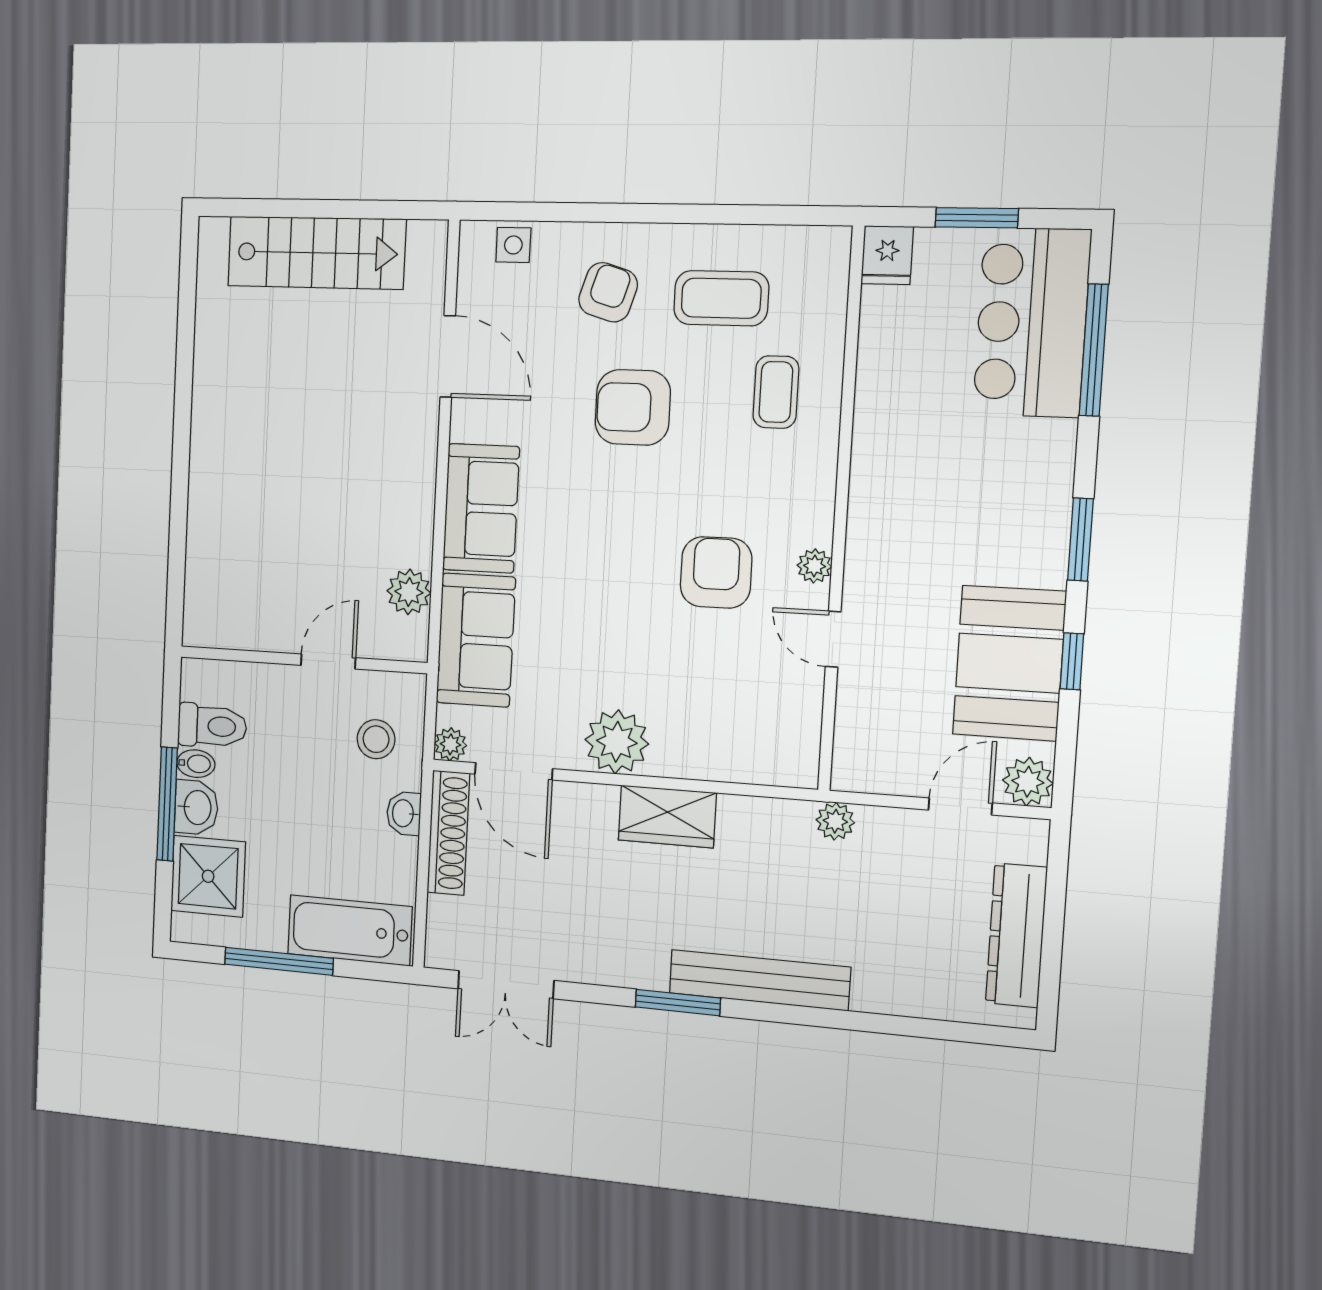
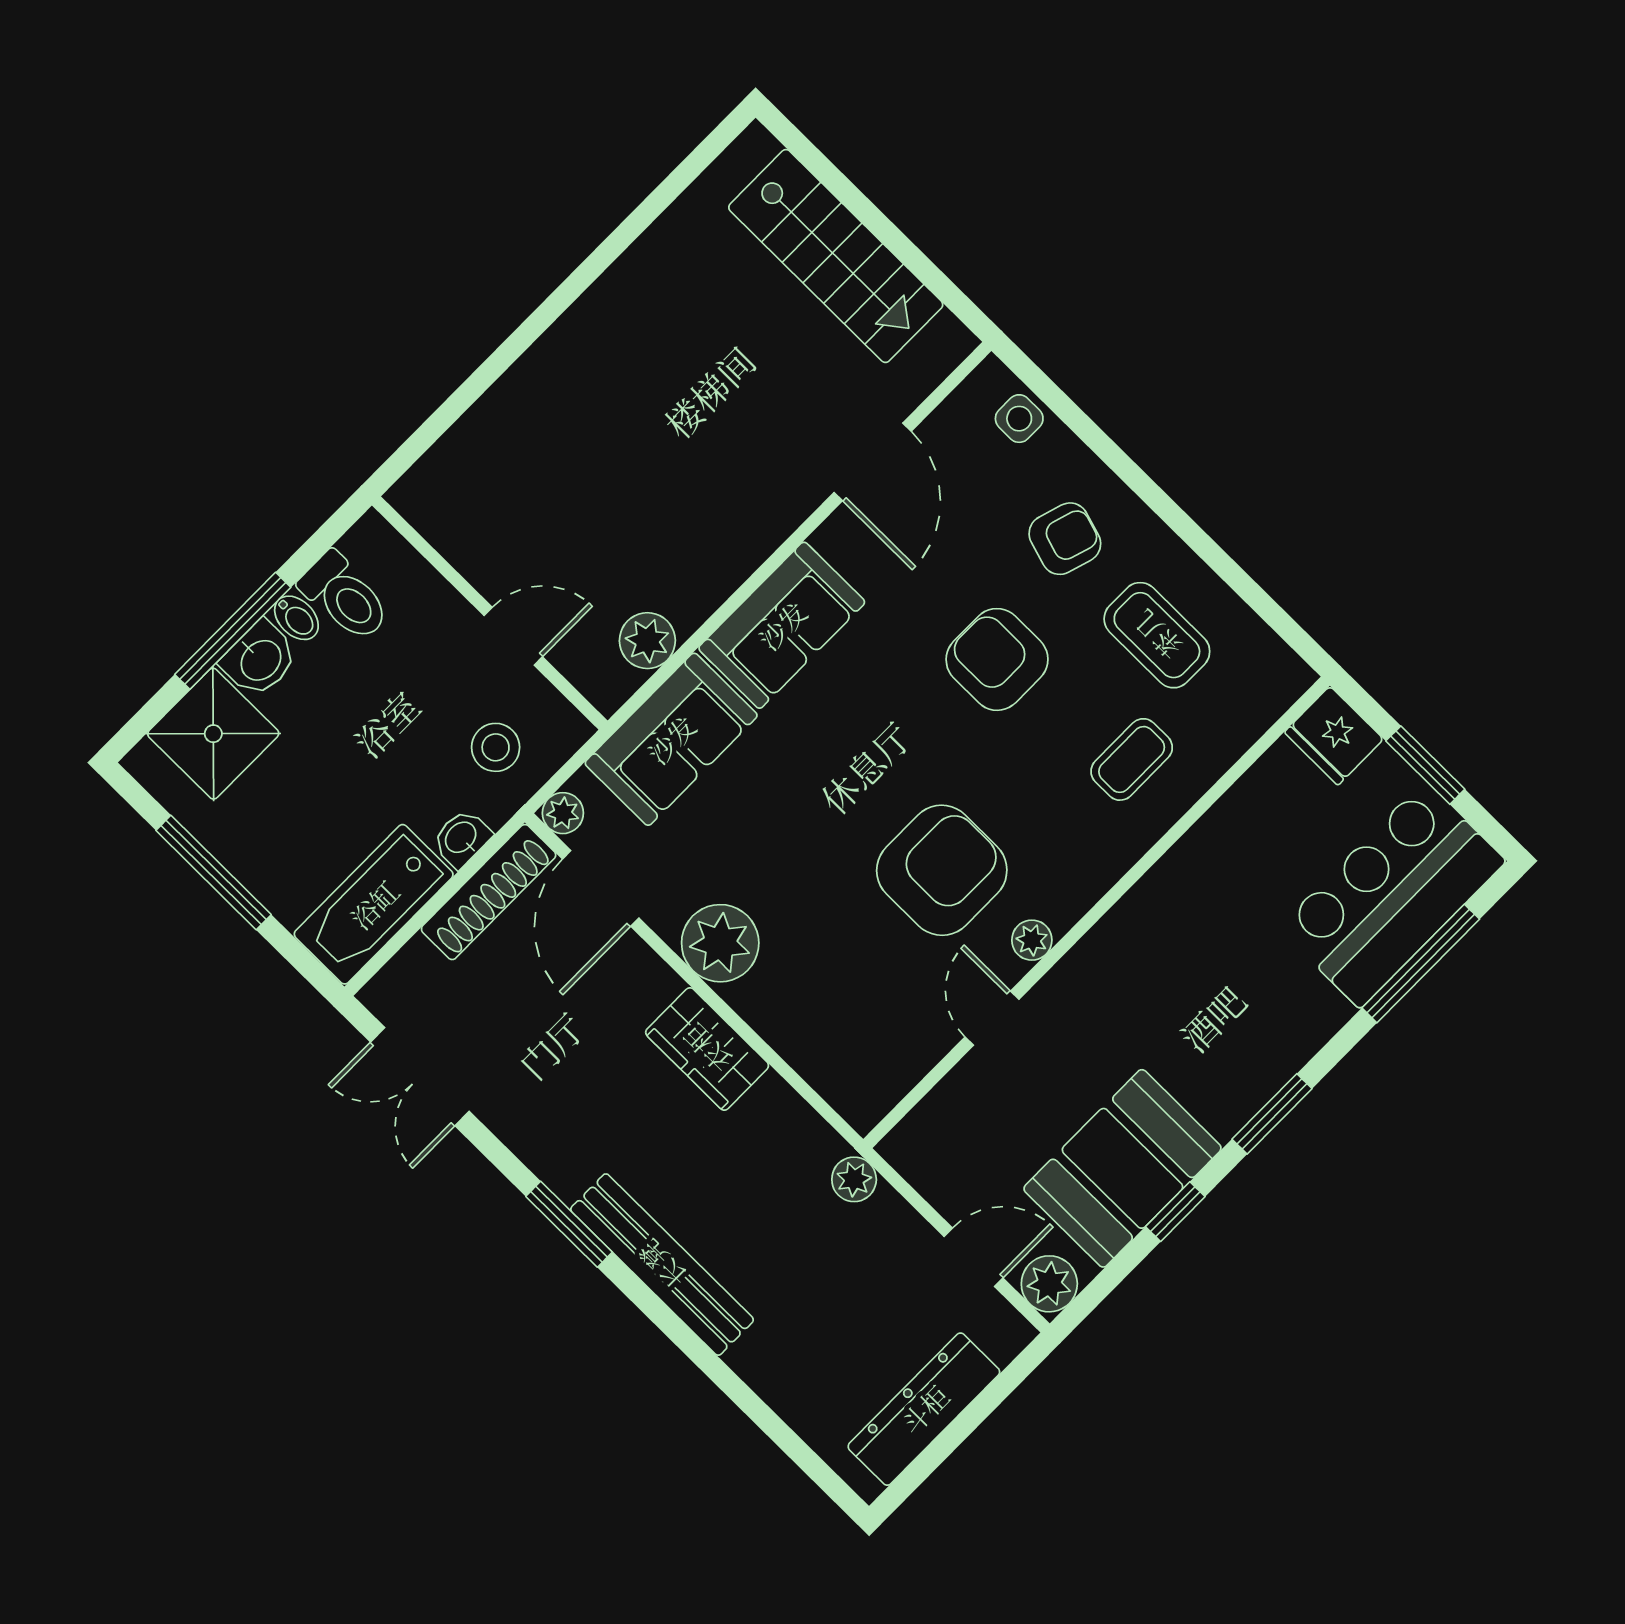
fridge: (887, 255) -> (1334, 736), width x1.38
armchair: (716, 572) -> (942, 870), width x1.36, depth x1.36
bathtub: (350, 930) -> (374, 904), moved, turned -90

